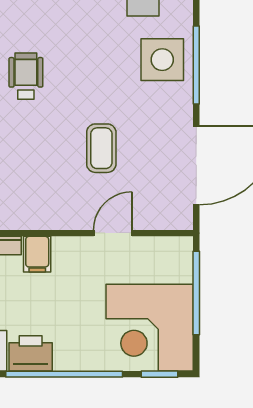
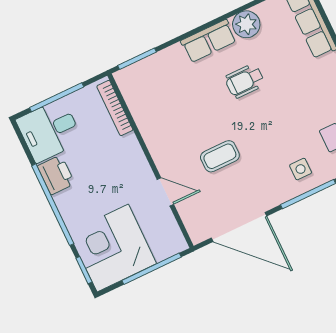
side table: (162, 60) -> (301, 169), width x0.54, depth x0.54
wheelchair: (26, 76) -> (245, 81), turned 180
filing cabinet: (37, 254) -> (126, 147), removed

